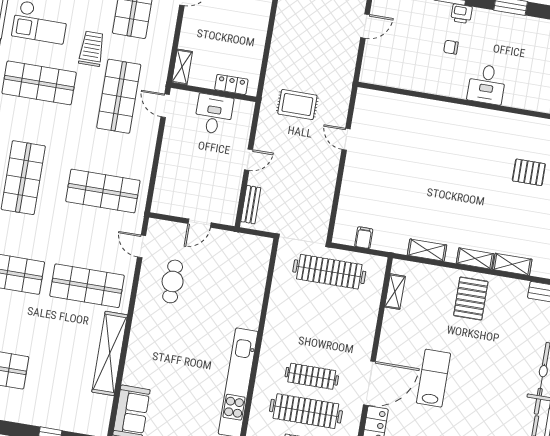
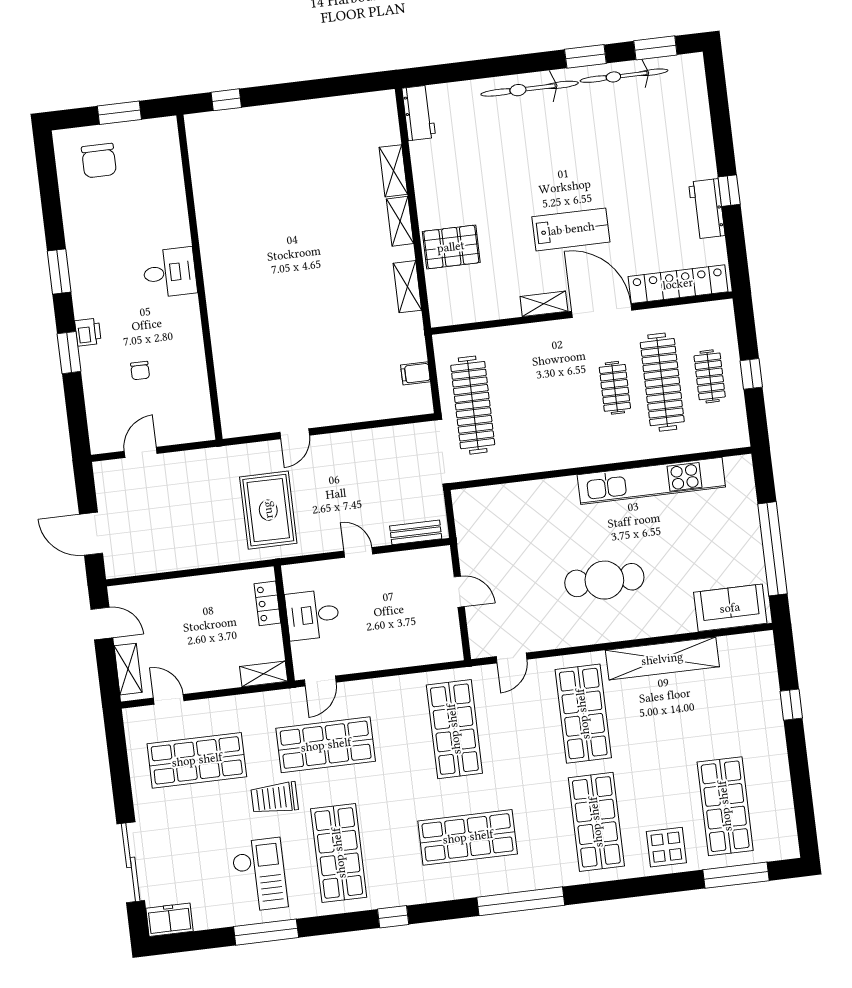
door: (365, 26) -> (141, 452), hinge flipped
chair: (451, 47) -> (140, 371), moved
rug: (297, 105) -> (268, 510), width x1.36, depth x1.43
pallet: (529, 172) -> (268, 184), removed
cafe table: (173, 281) -> (604, 580), moved, width x1.37, depth x1.35
shelving: (395, 292) -> (544, 304), moved
pallet: (471, 298) -> (451, 247), moved
clothes rail: (312, 376) -> (615, 388), width x0.73
lab bench: (433, 378) -> (571, 229), turned 180

